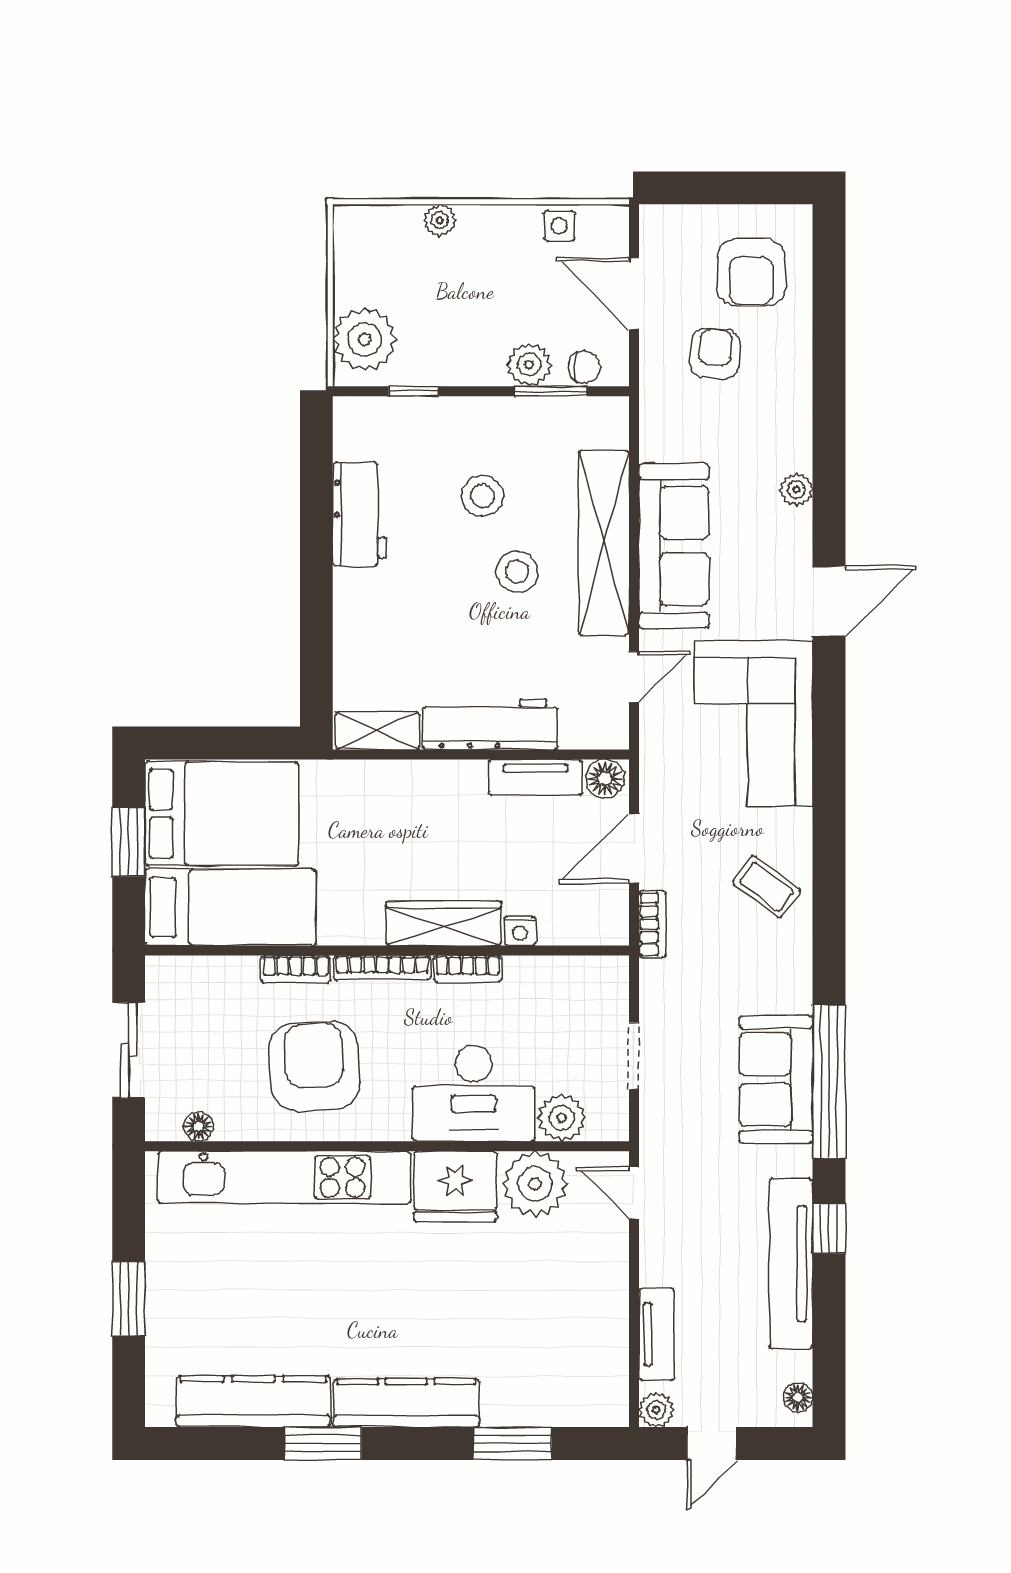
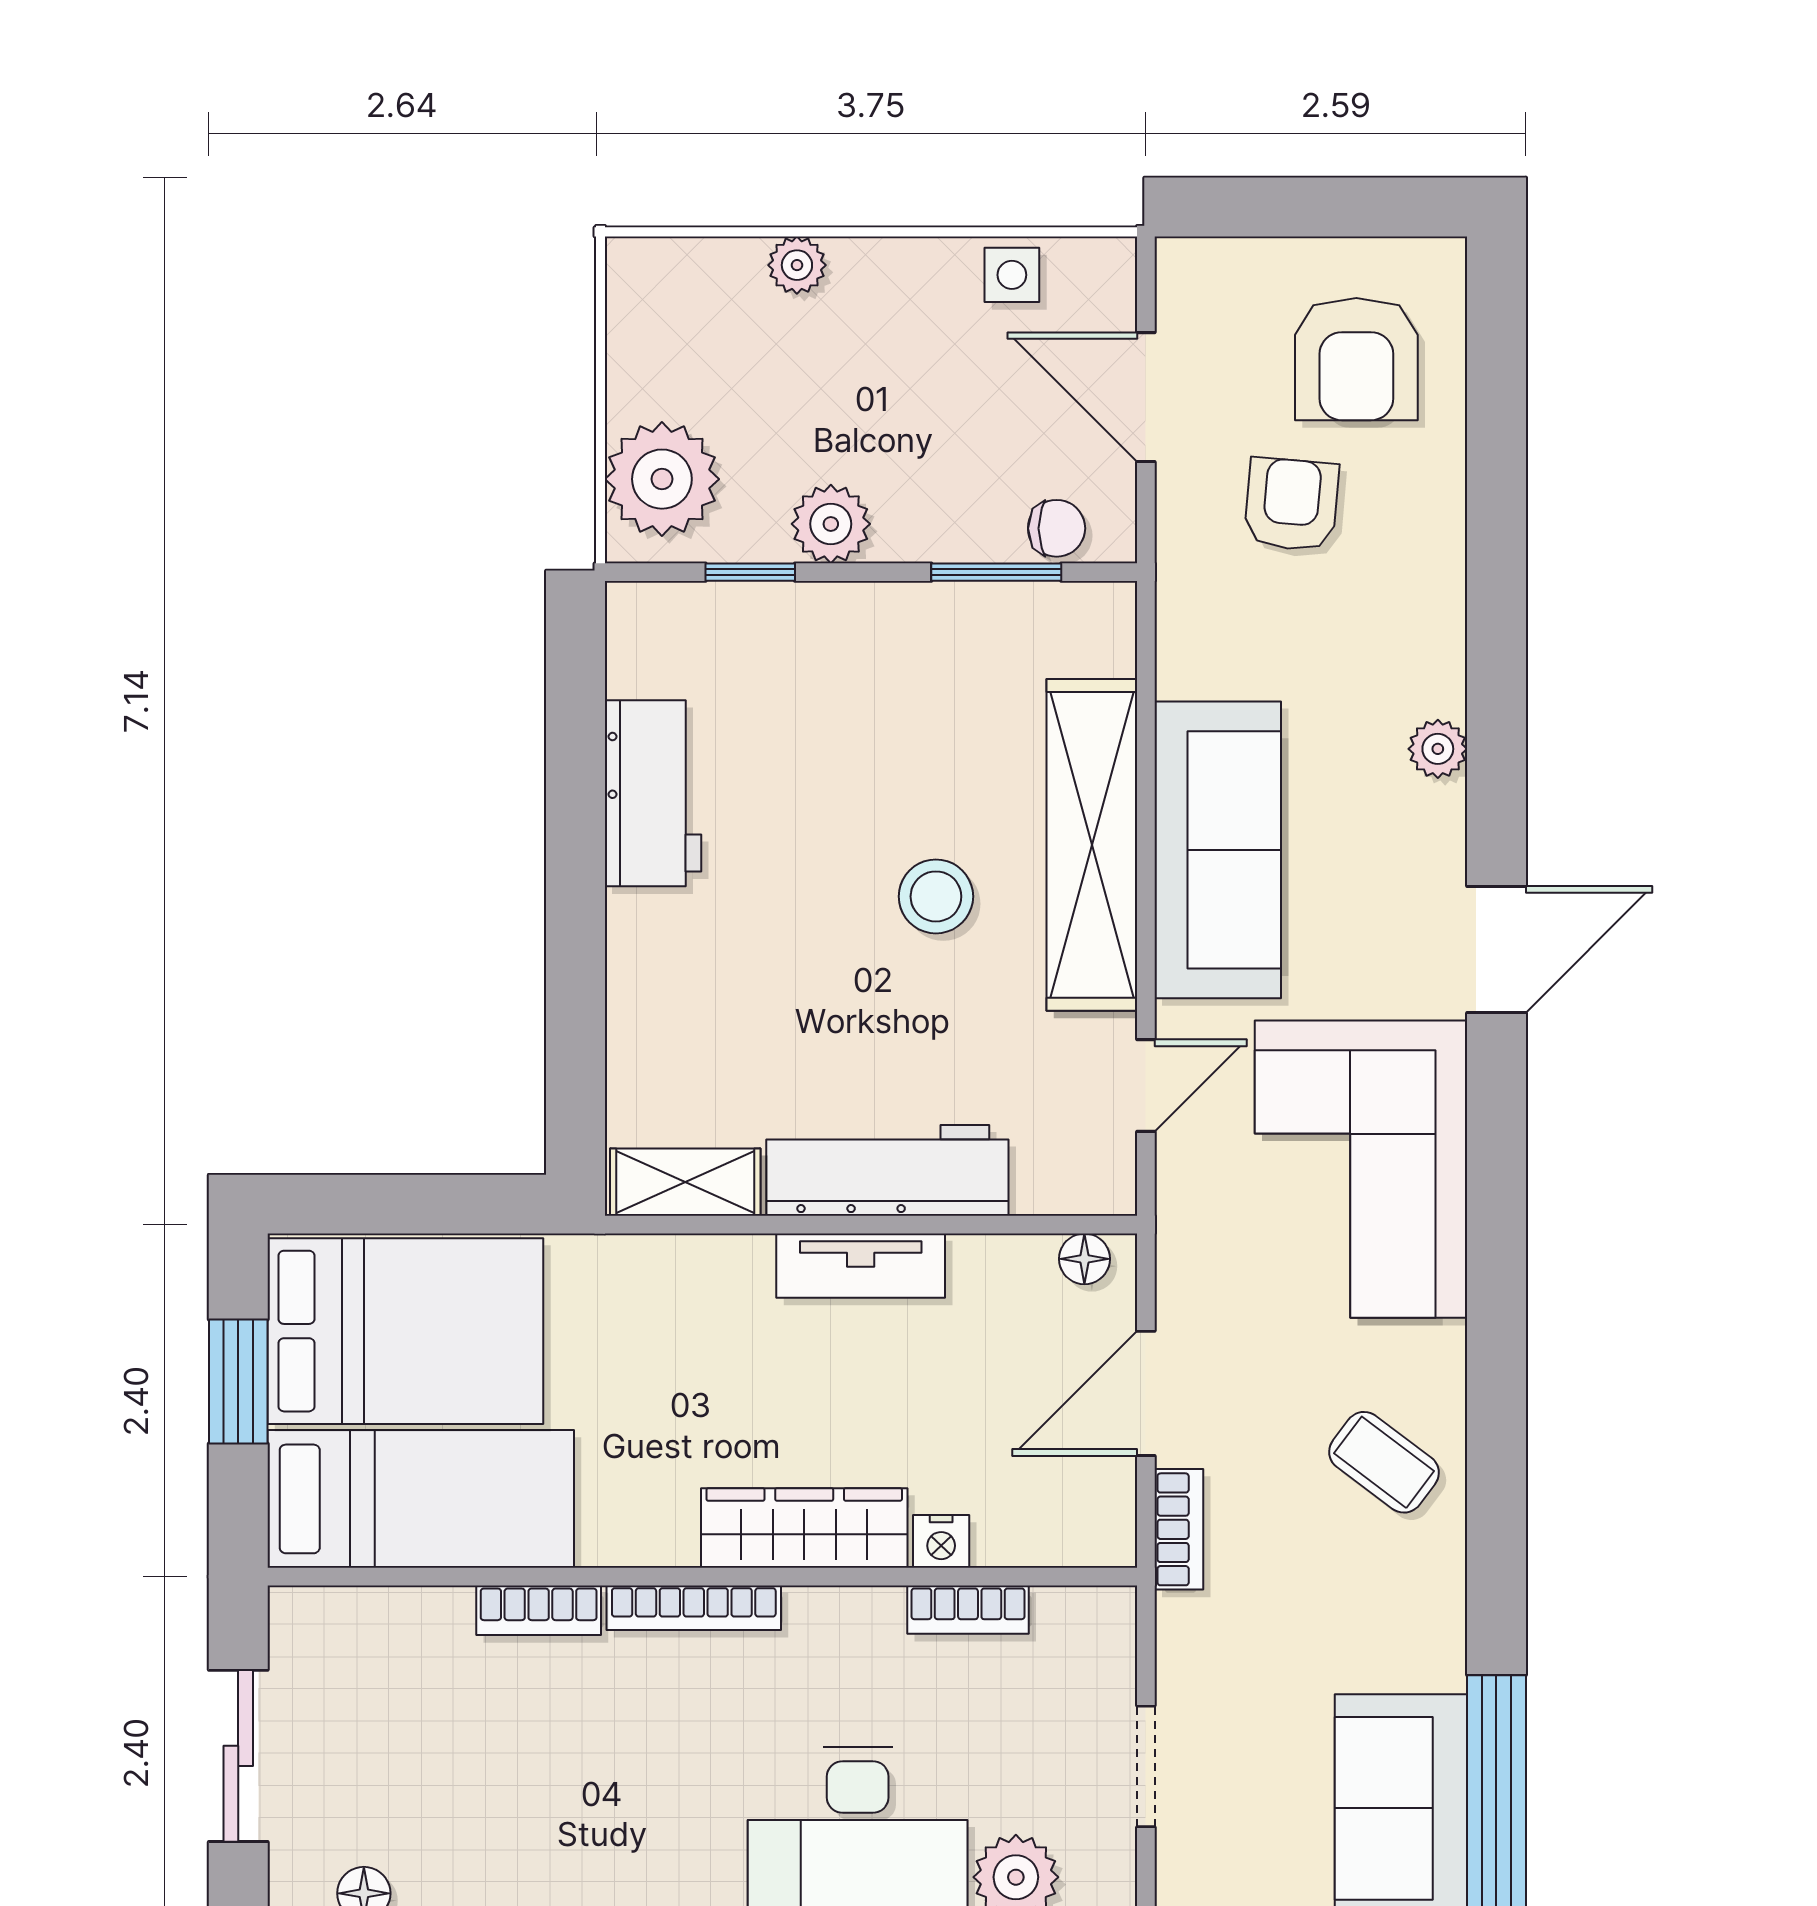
plant: (529, 364) -> (831, 524), moved
stool: (482, 496) -> (874, 760), removed
tv unit: (535, 777) -> (861, 1266), moved
floor lamp: (605, 779) -> (1084, 1259), width x0.73, depth x0.73
bookcase: (468, 969) -> (968, 1610), moved
armchair: (314, 1066) -> (572, 1784), removed

